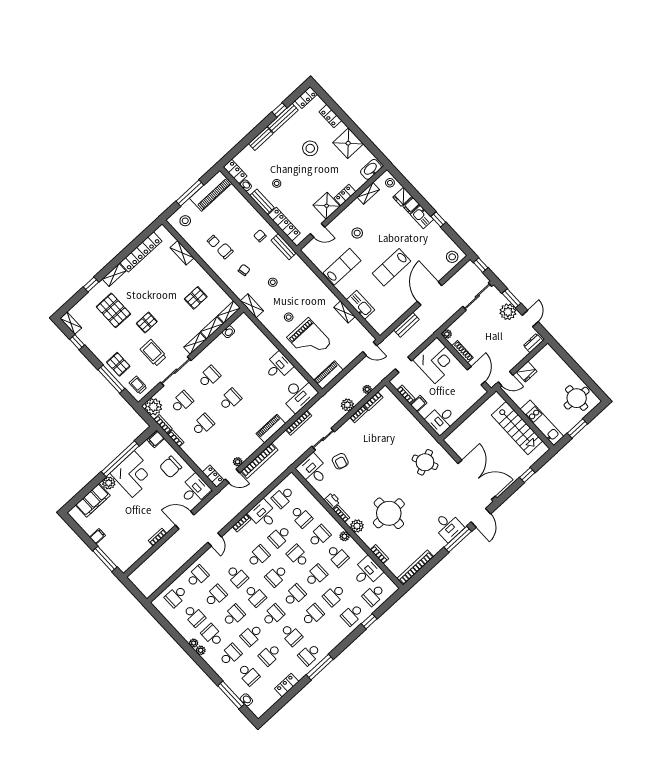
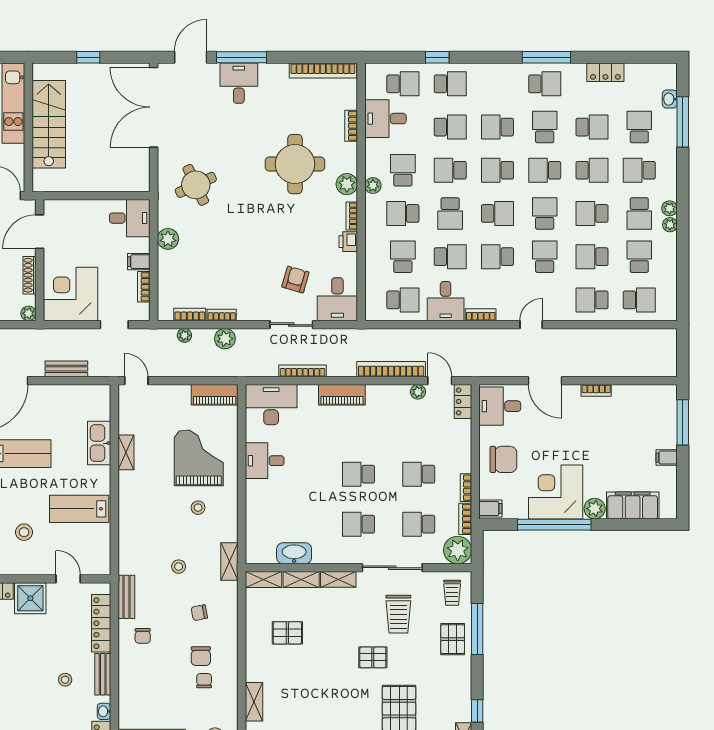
washbasin: (228, 332) -> (294, 553), width x1.91, depth x1.45
plant: (415, 426) -> (168, 239), added

